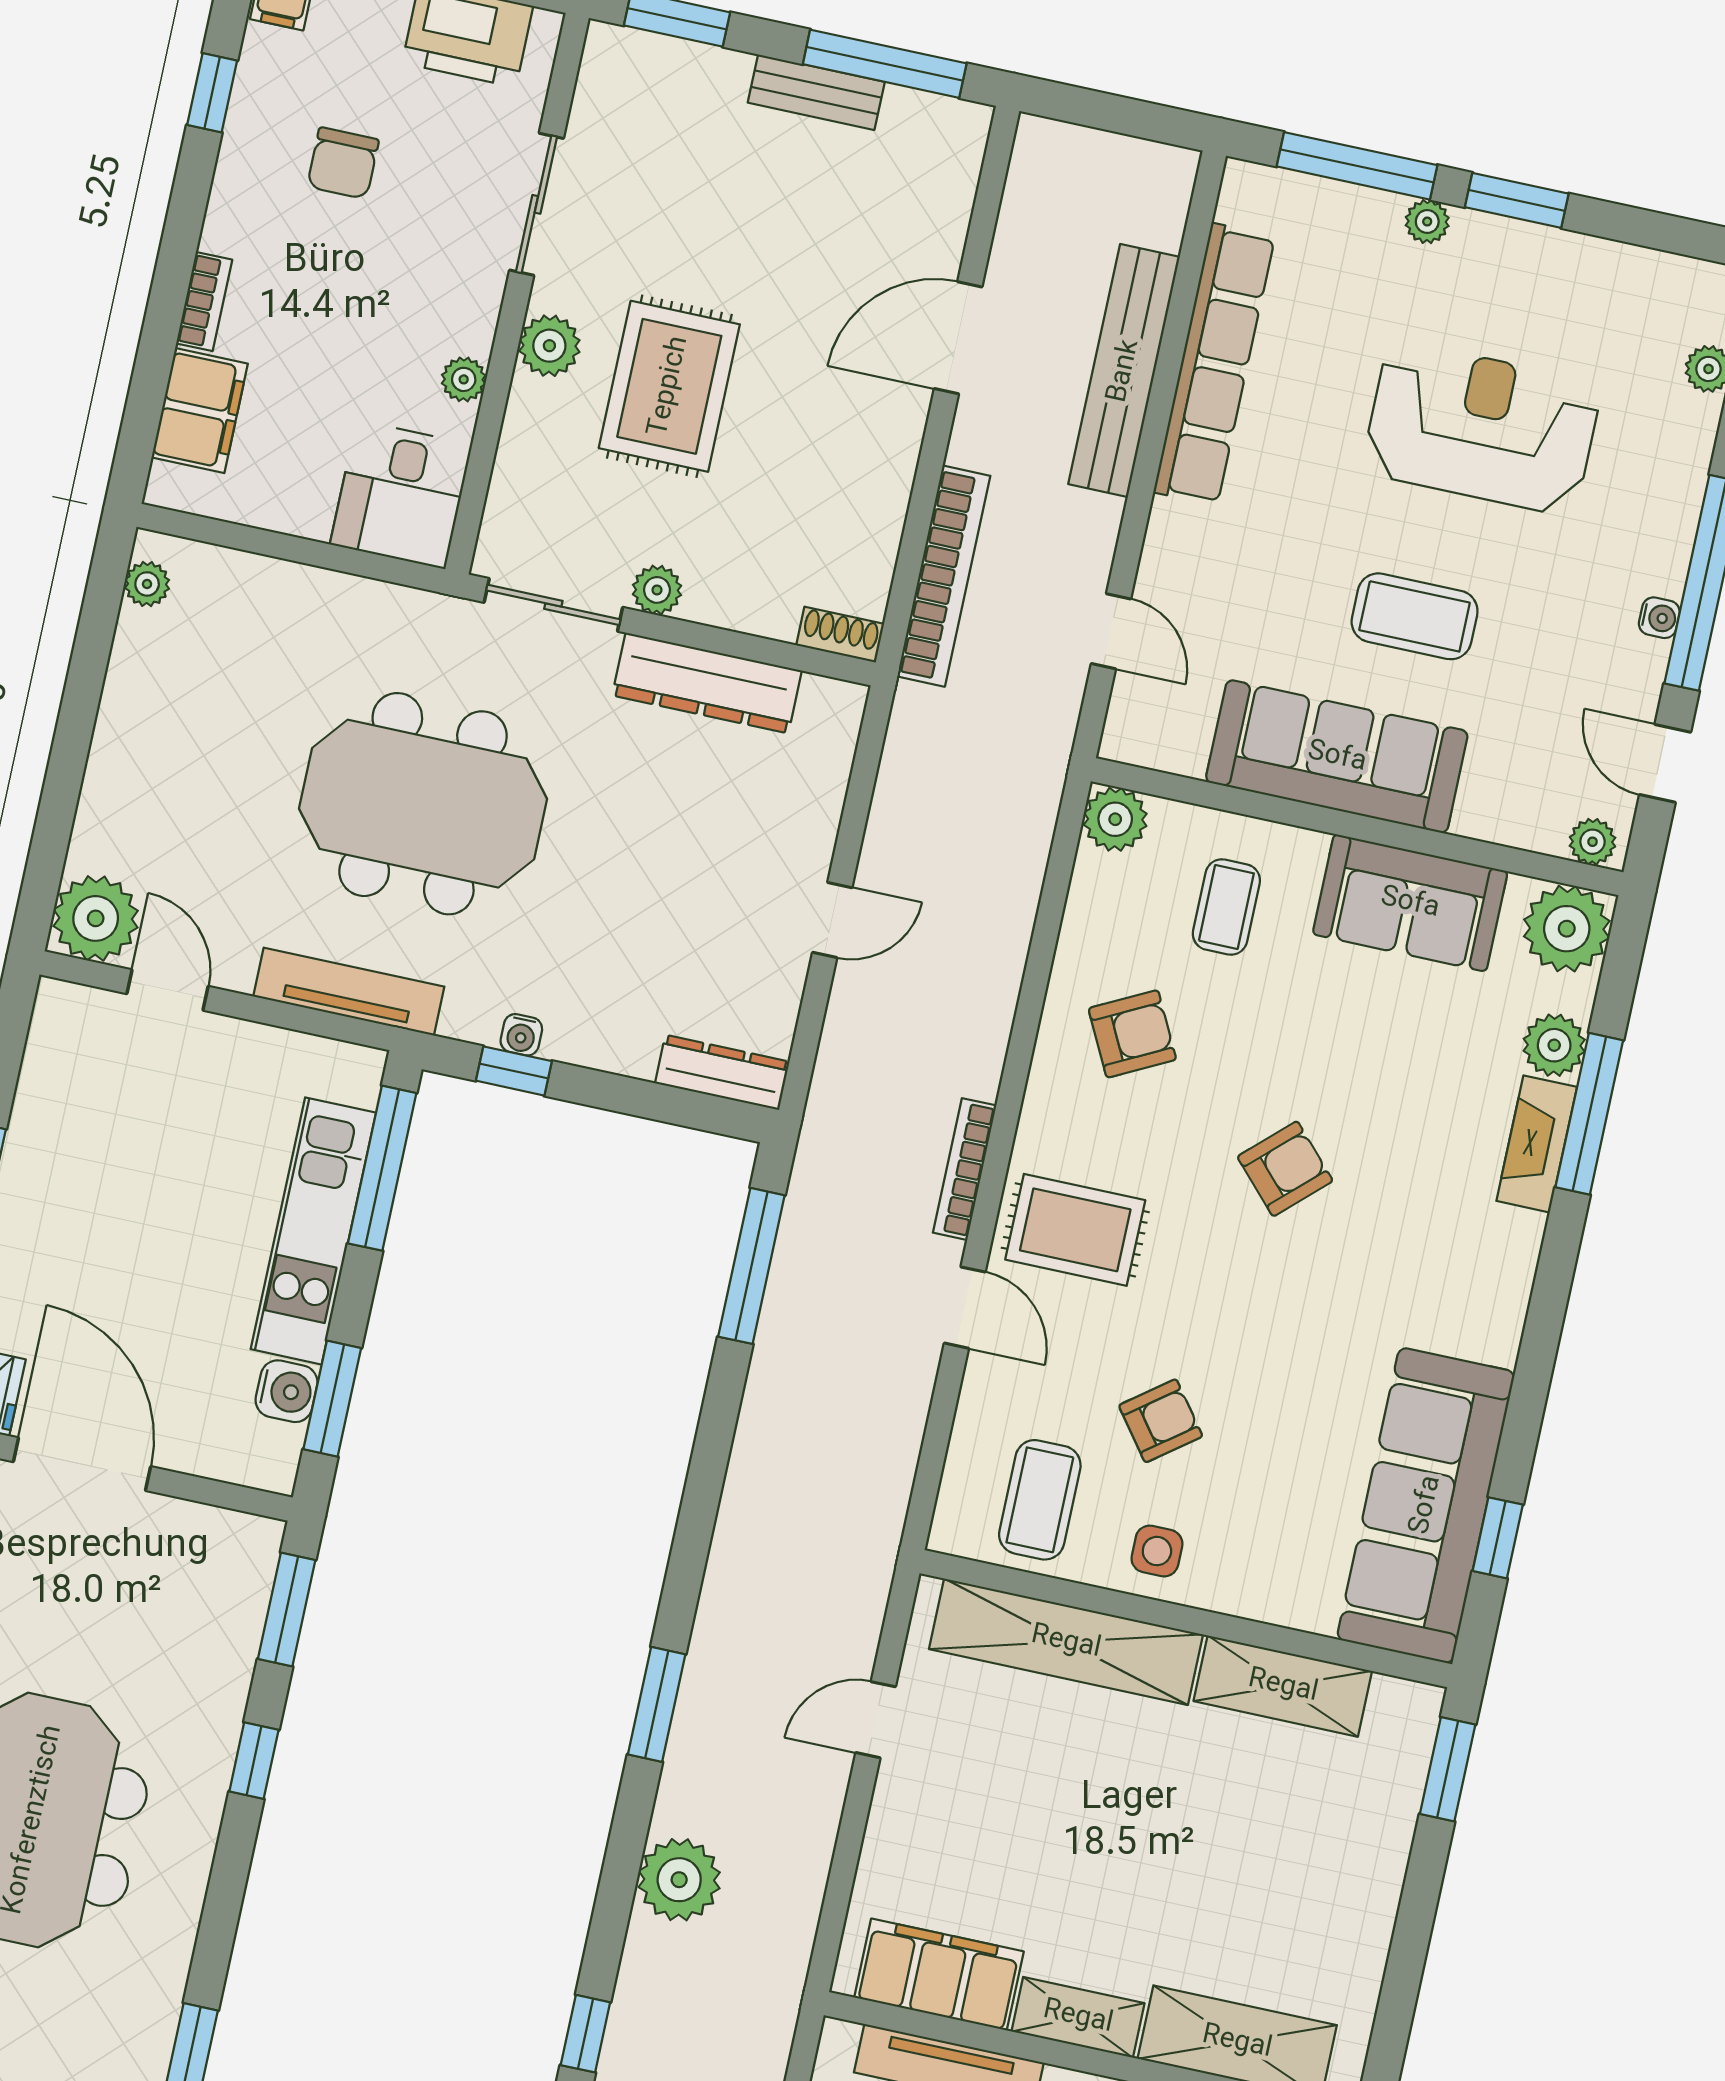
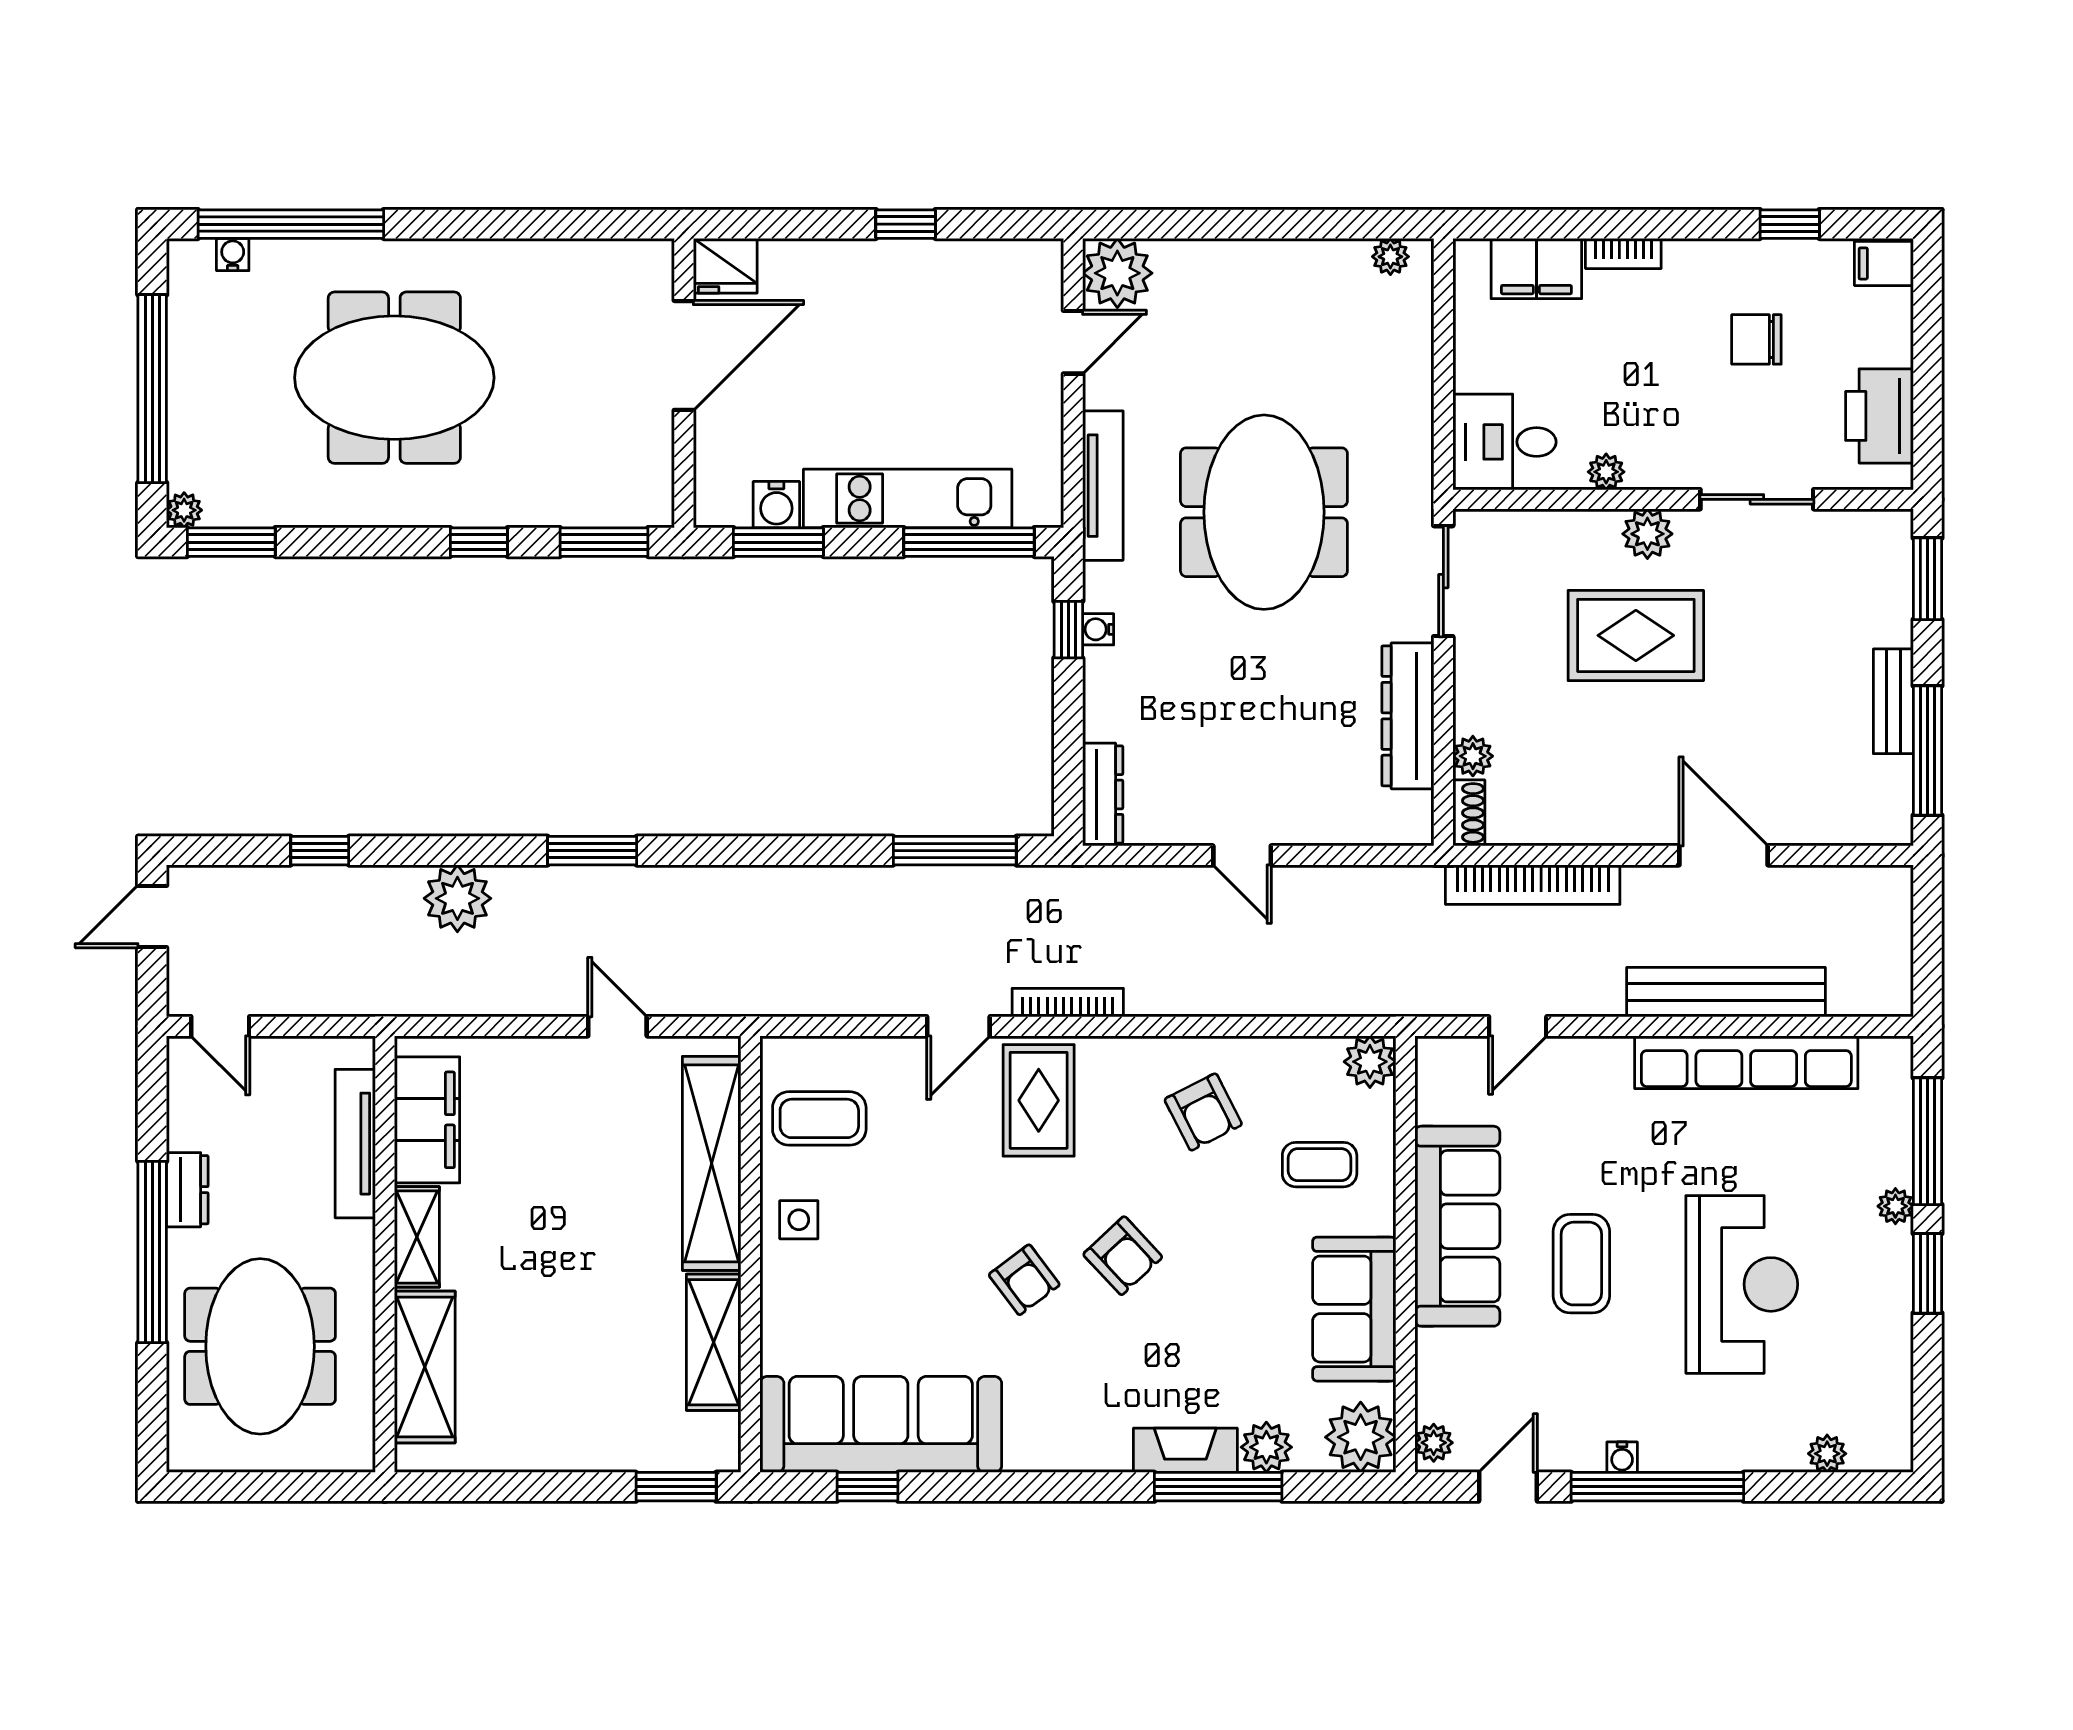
plant: (657, 590) -> (1473, 756), moved
armchair: (1161, 1421) -> (1024, 1280), moved

